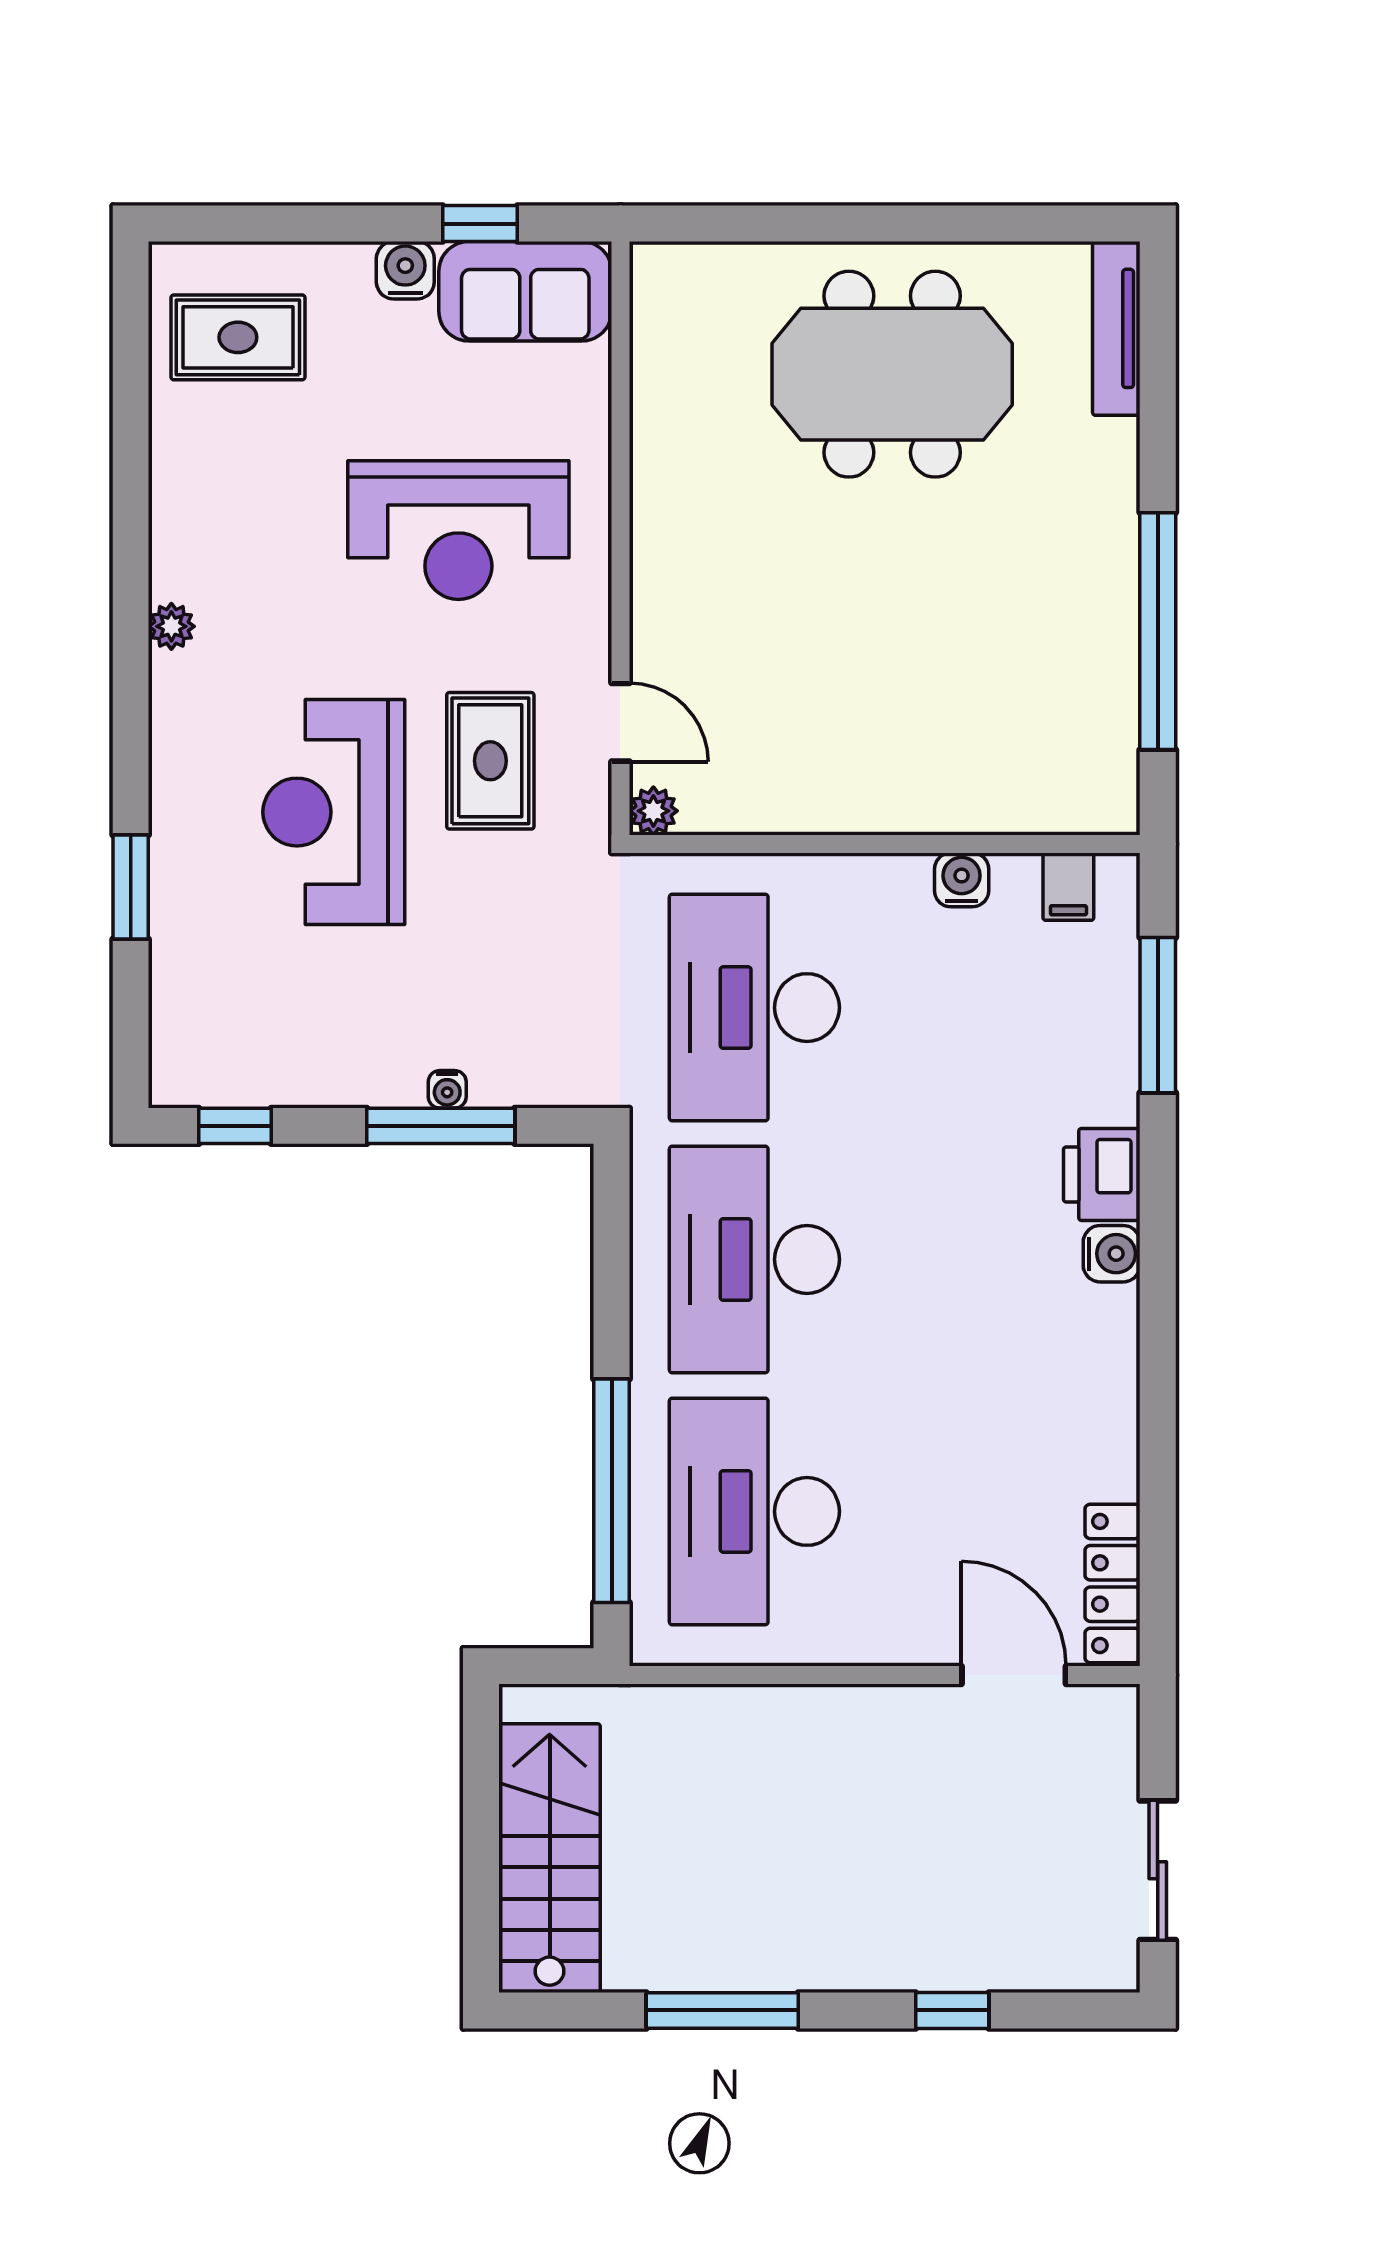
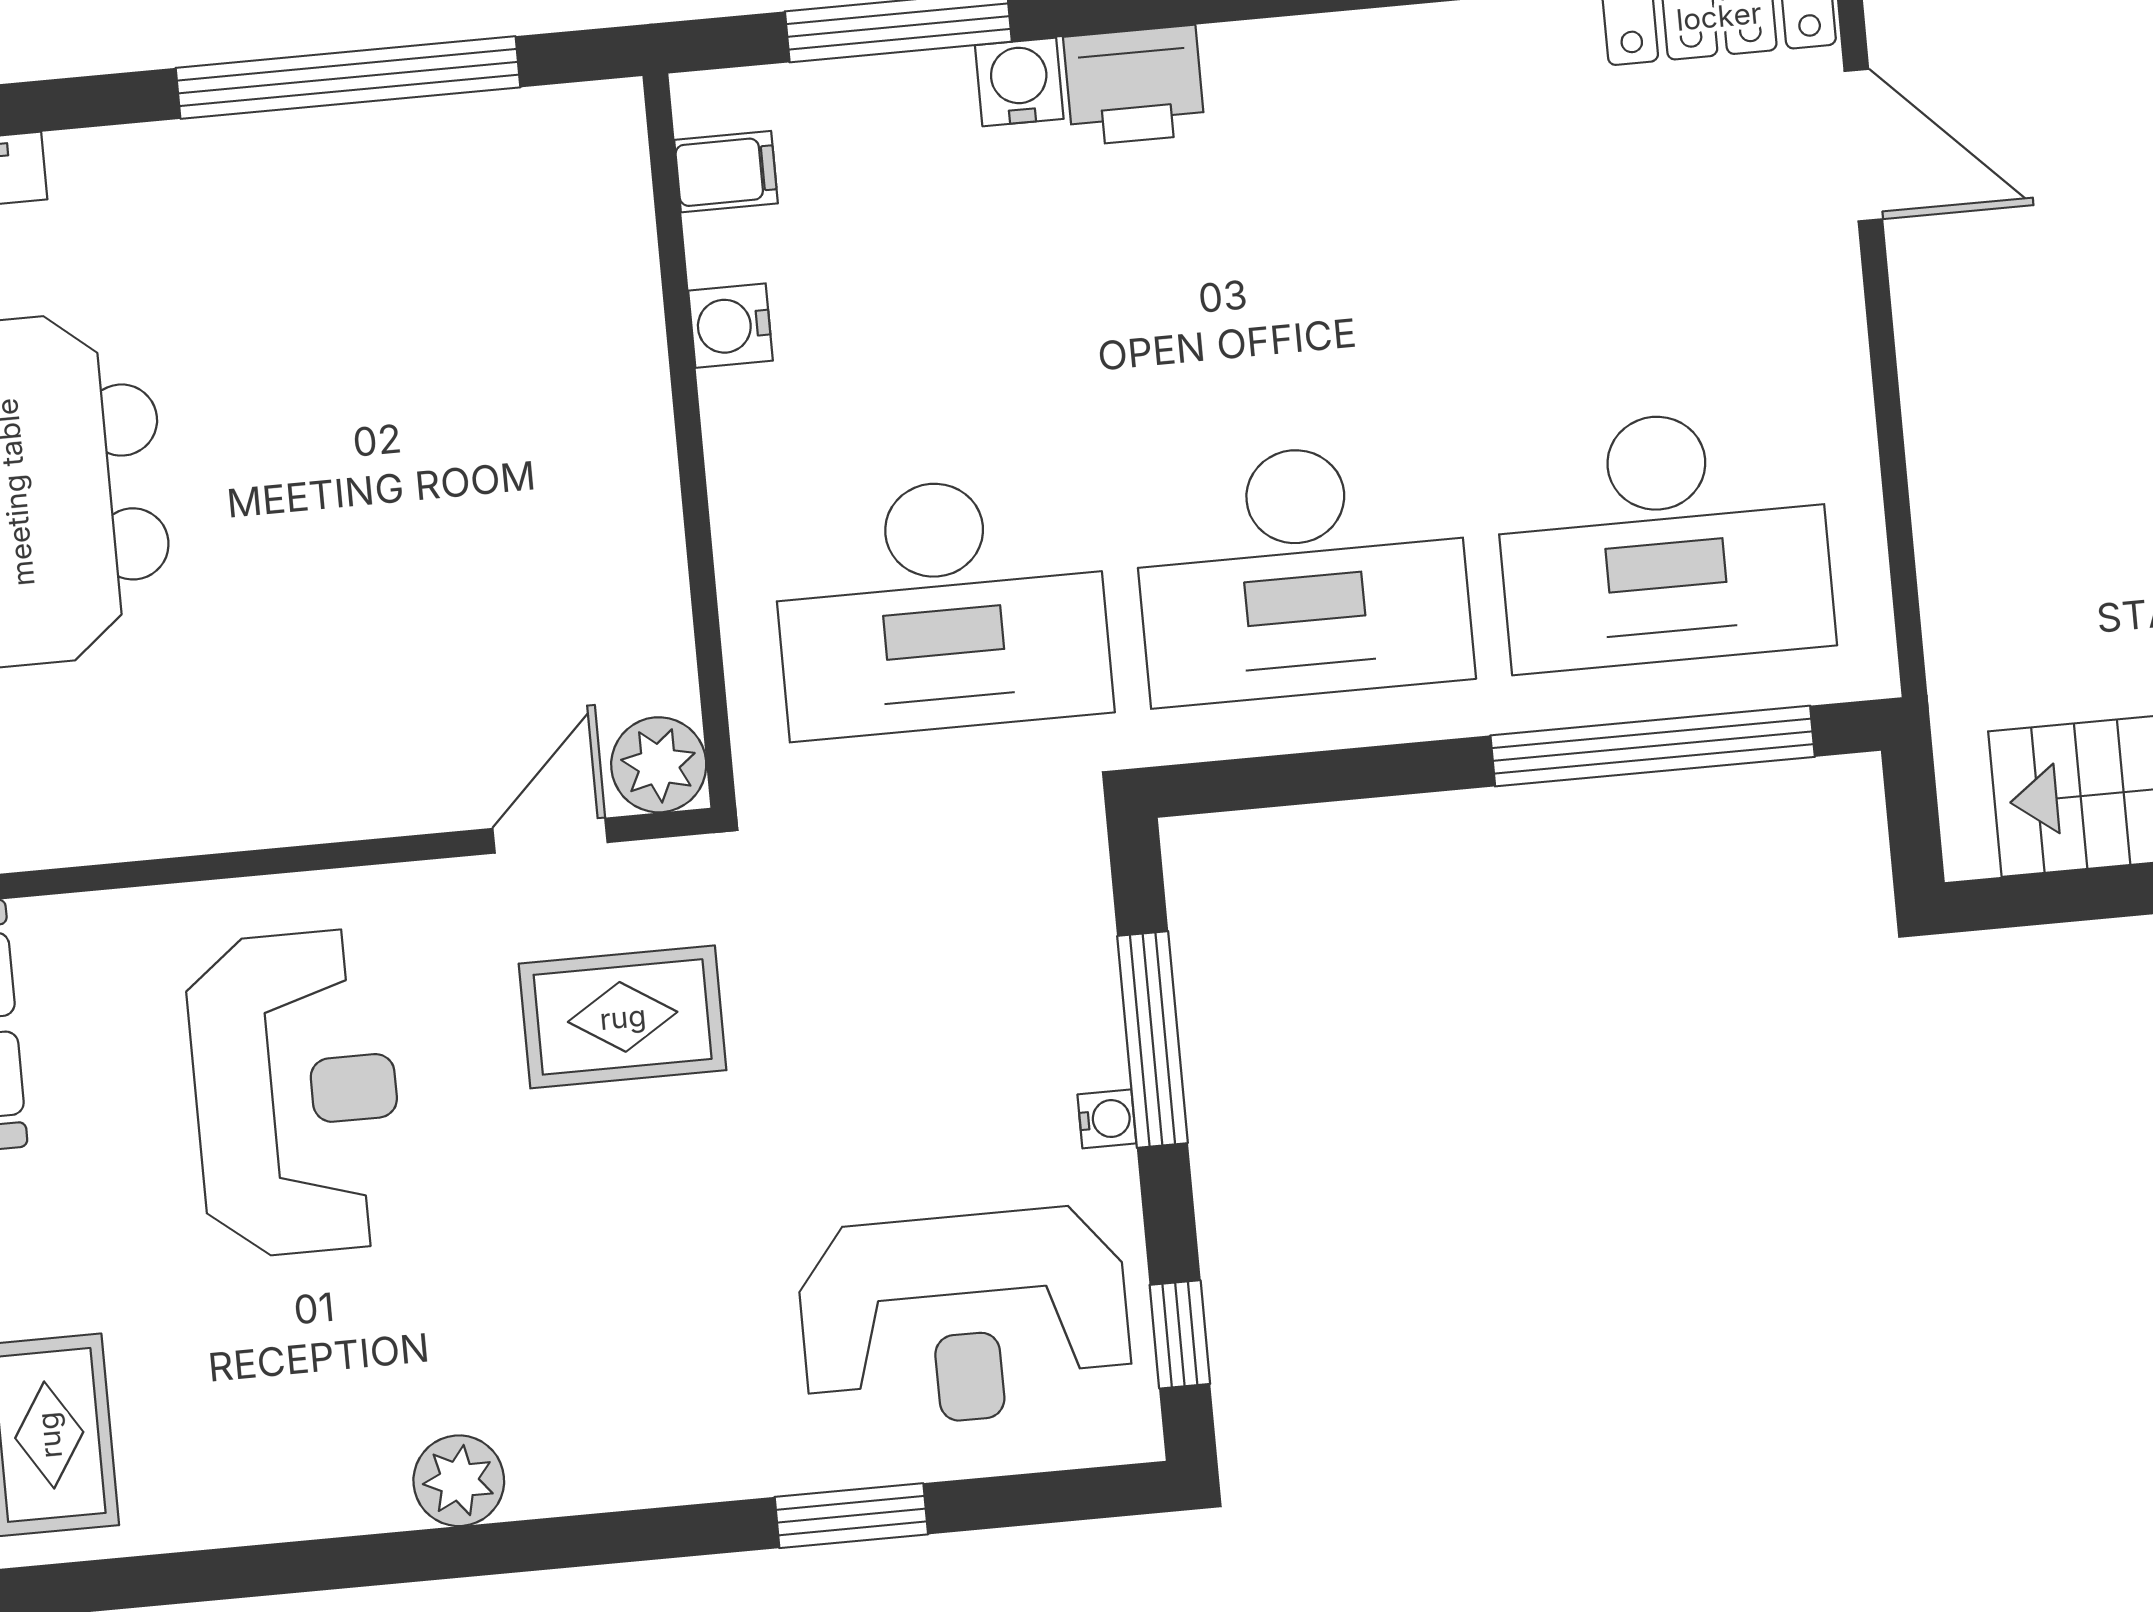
plant: (171, 626) -> (459, 1481), width x1.38, depth x1.38
plant: (653, 811) -> (659, 765), width x1.38, depth x1.38
reception desk: (334, 812) -> (964, 1318), moved
water cooler: (447, 1089) -> (1107, 1119), moved
water cooler: (1112, 1254) -> (1019, 82), moved
door: (1014, 1675) -> (1863, 145), swing flipped

